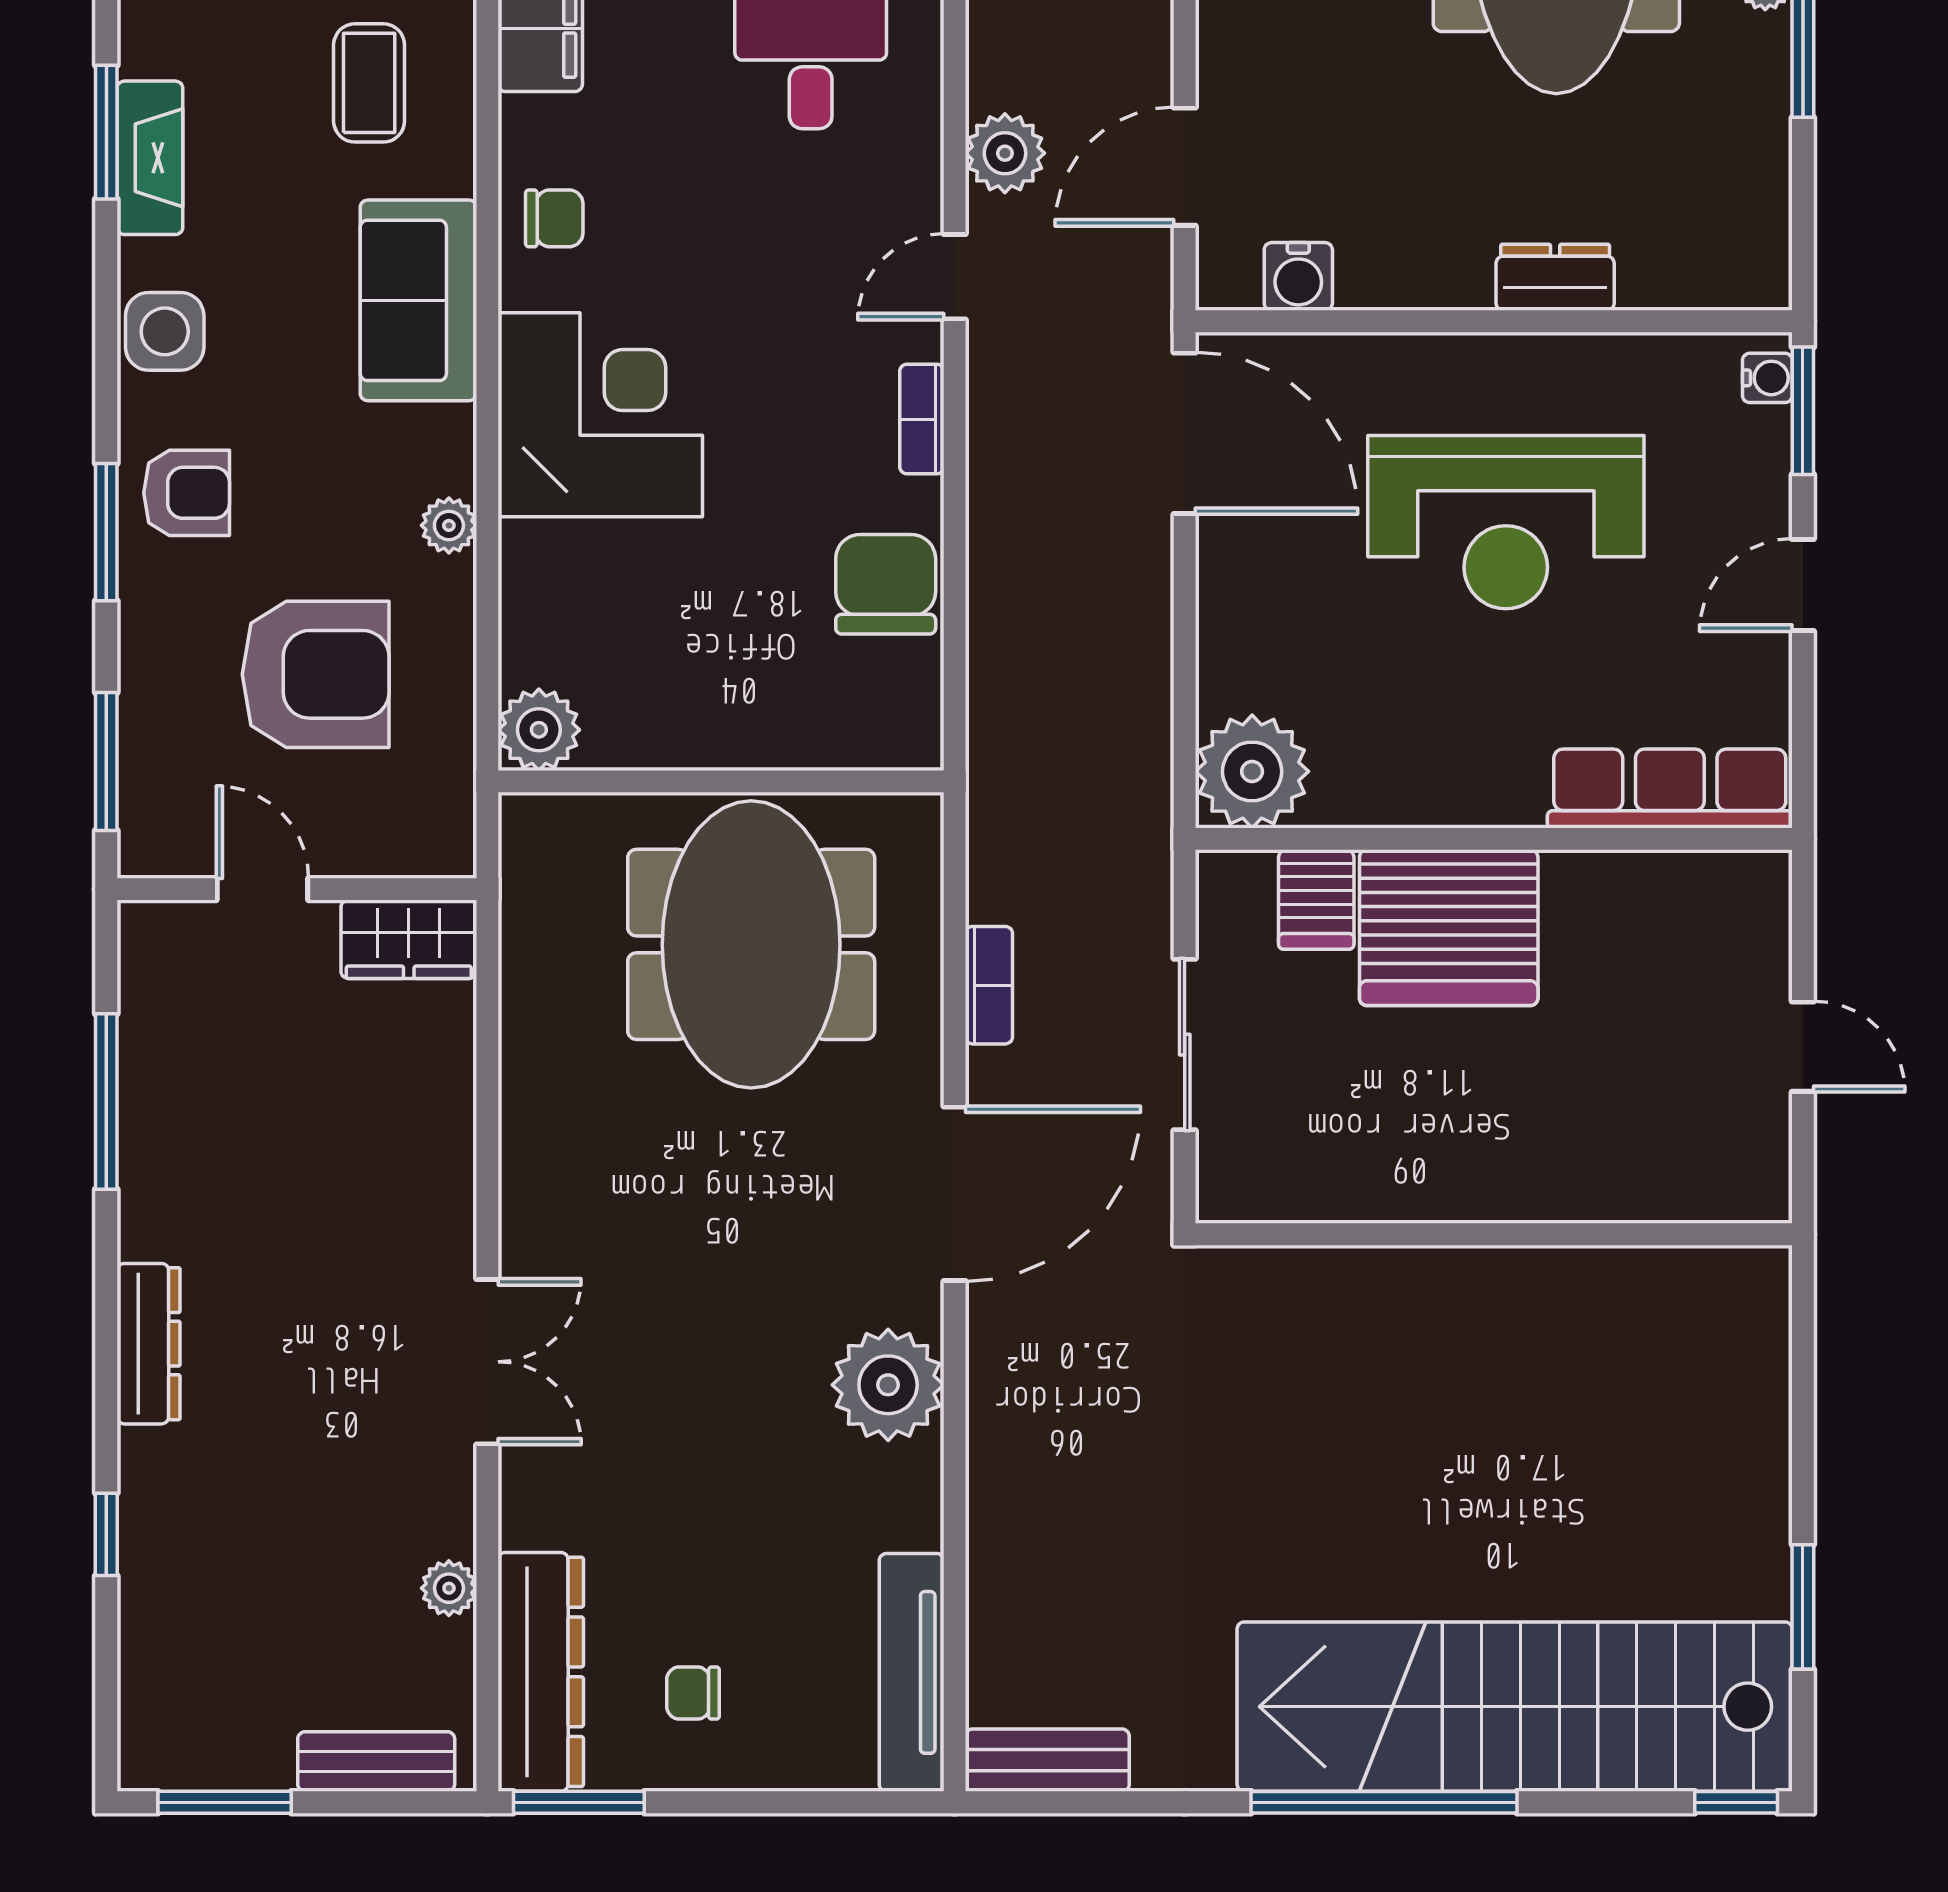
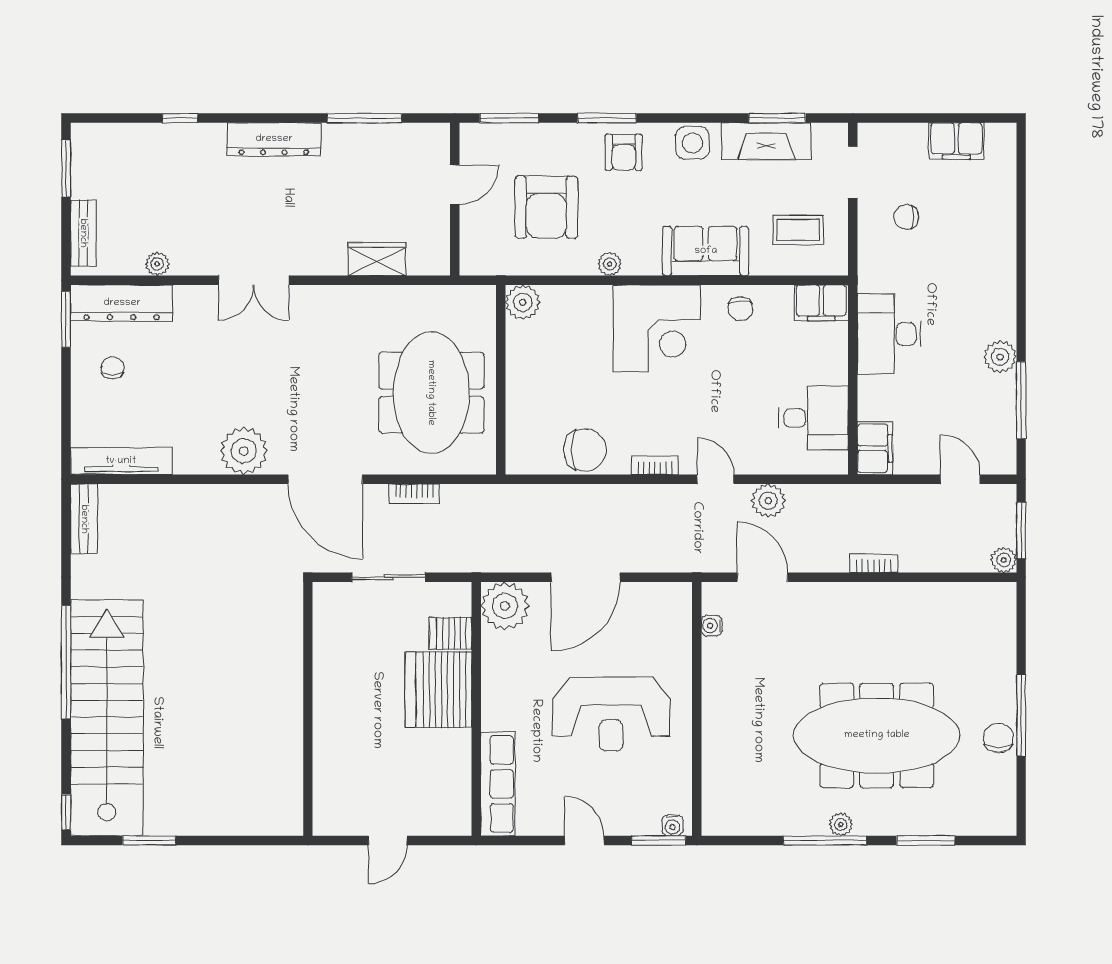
fireplace: (150, 158) -> (766, 141), width x1.37, depth x1.32
water cooler: (1298, 276) -> (712, 626), width x0.72, depth x0.72
dresser: (1555, 277) -> (715, 735), removed
door: (1185, 433) -> (586, 577), moved
reception desk: (1506, 522) -> (611, 714), turned -90
wardrobe: (409, 939) -> (377, 259), moved, turned 90
meeting table: (751, 944) -> (431, 393), turned 90
dresser: (149, 1344) -> (274, 139), width x1.37, depth x1.24

